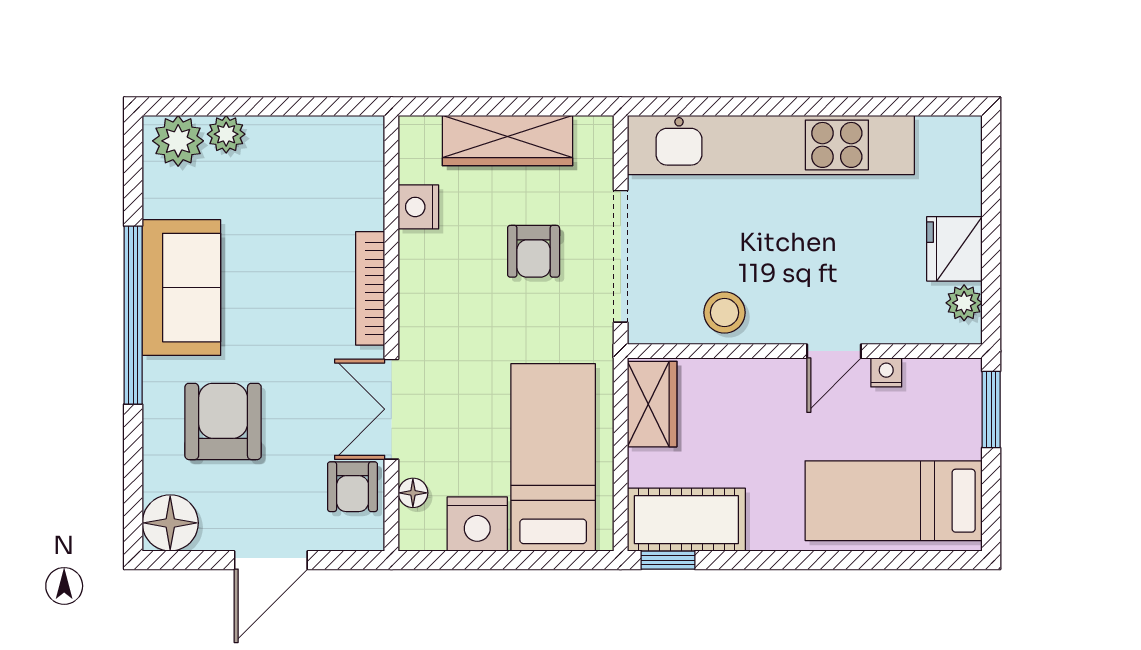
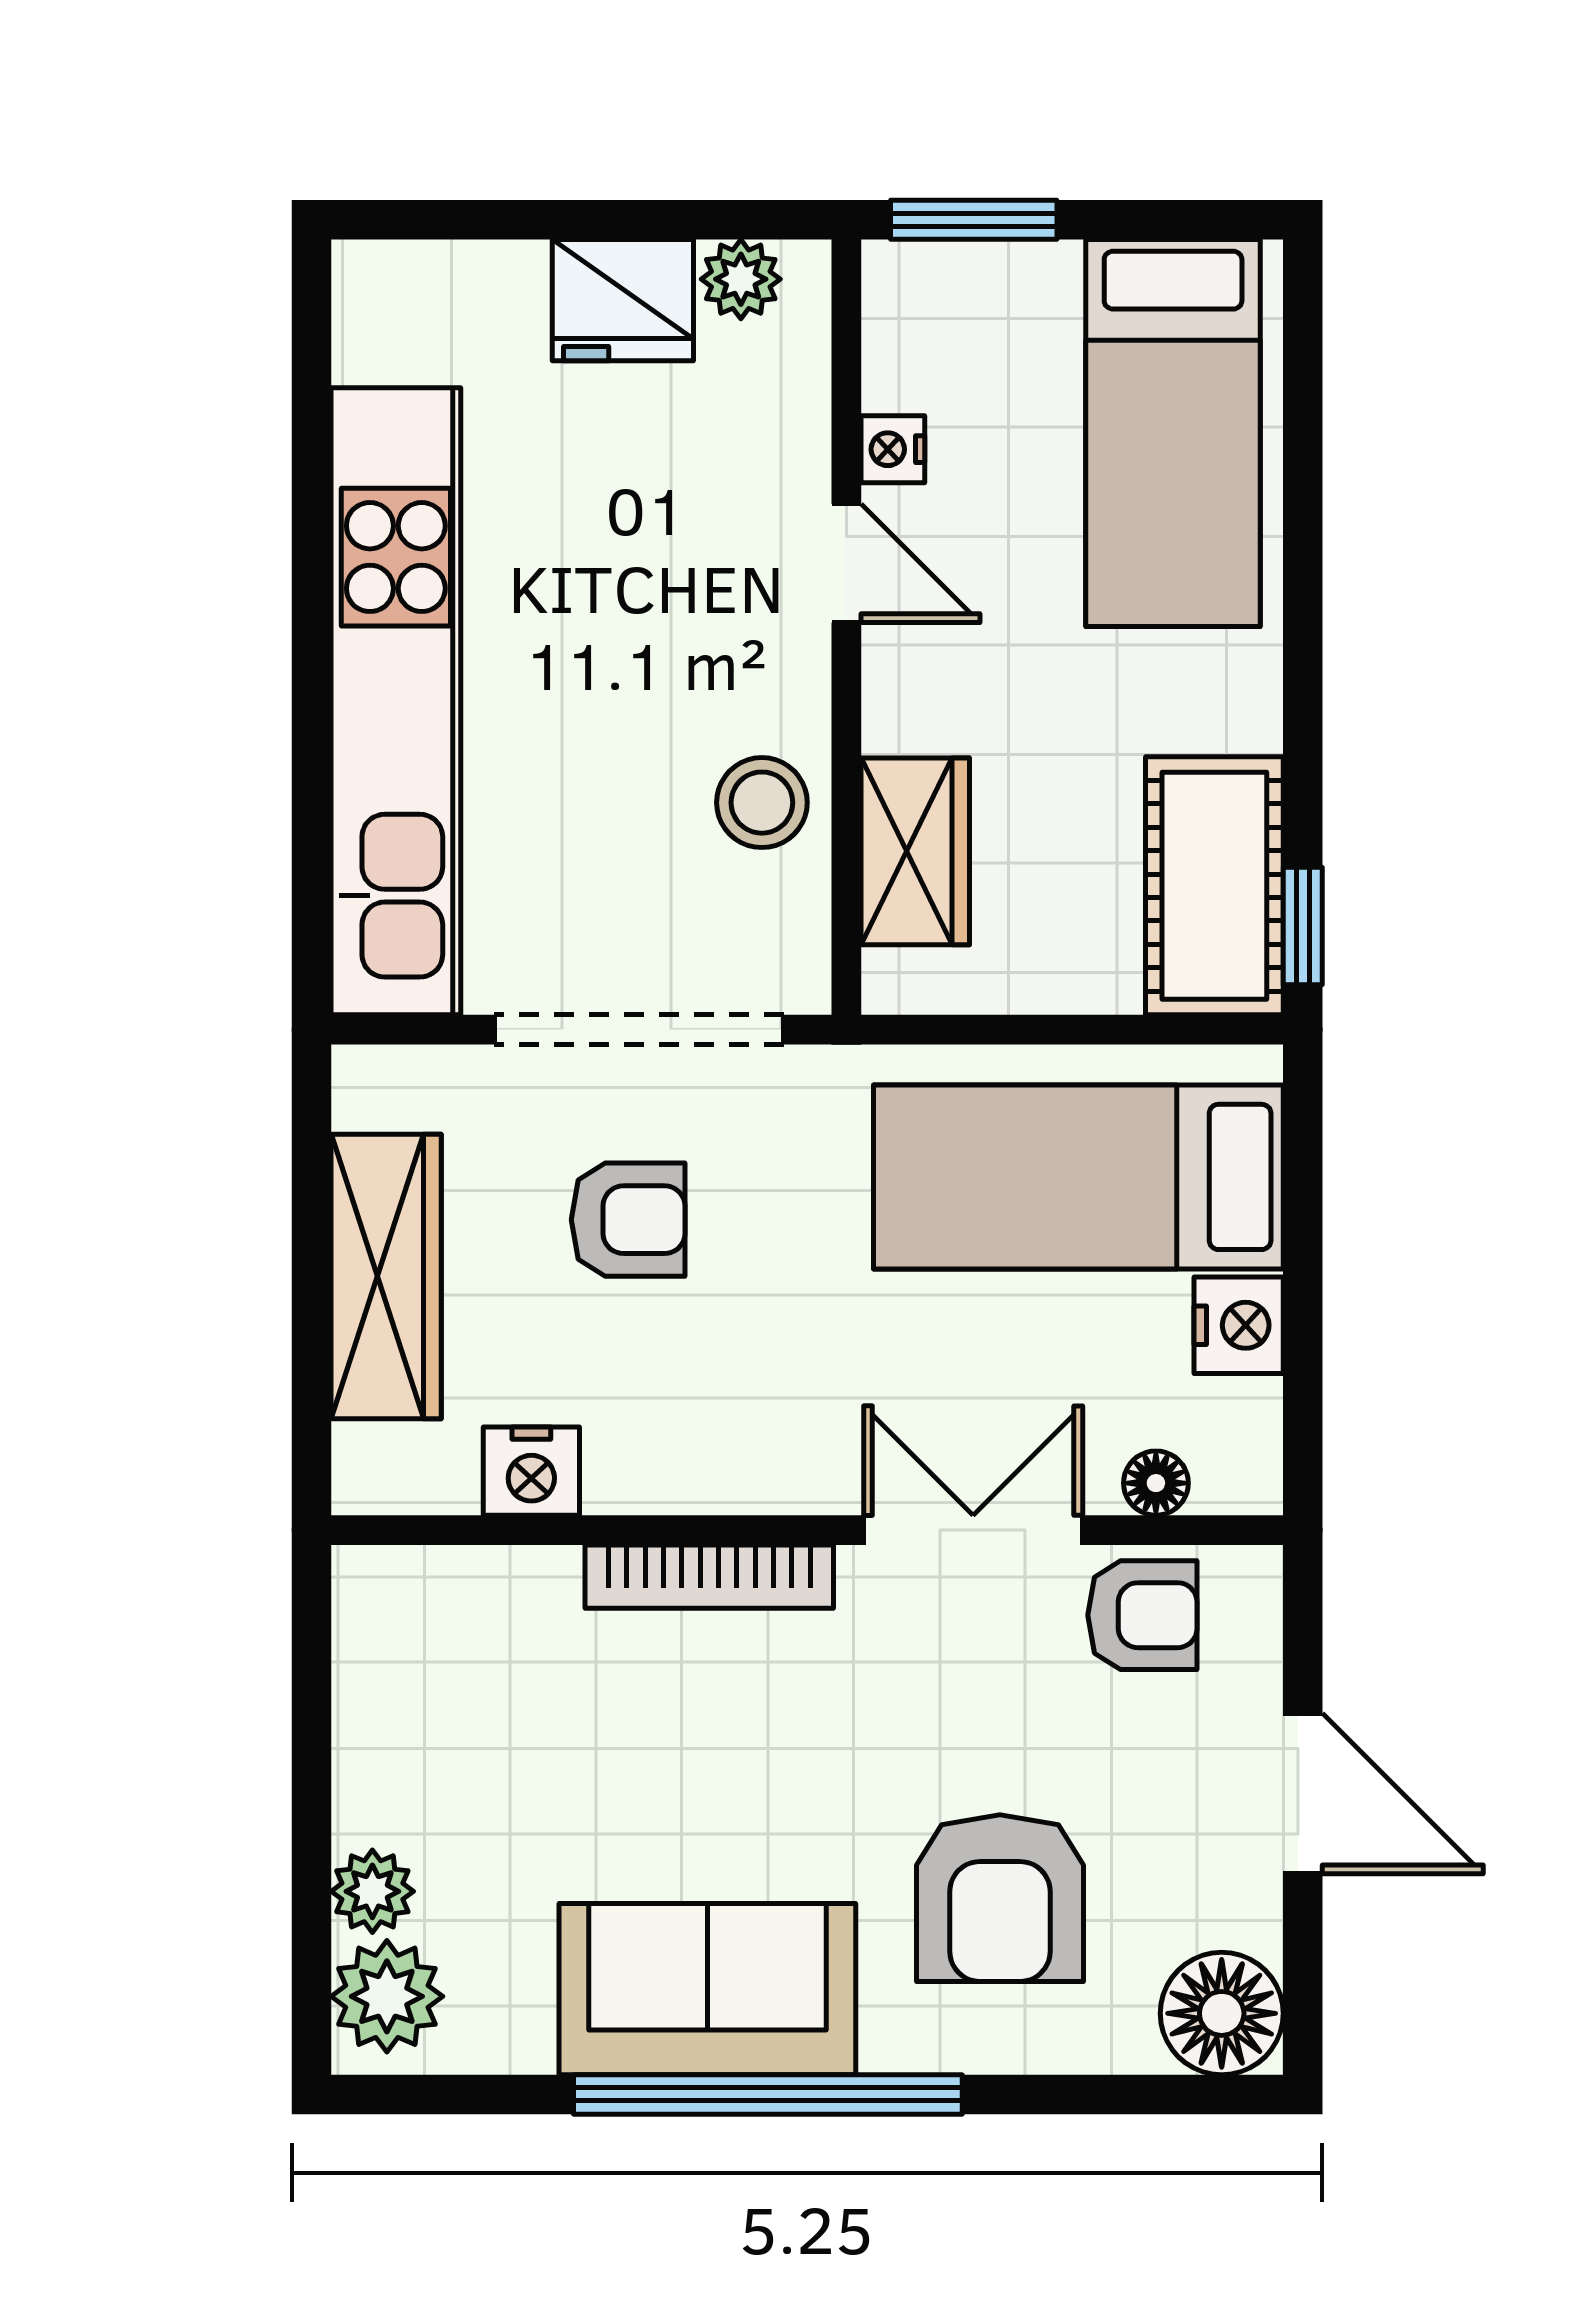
wardrobe: (652, 404) -> (915, 851), moved, turned 90
double door: (391, 409) -> (973, 1530), swing flipped
armchair: (223, 421) -> (1000, 1898), turned -90
nightstand: (477, 524) -> (1239, 1325), width x0.74, depth x0.75

